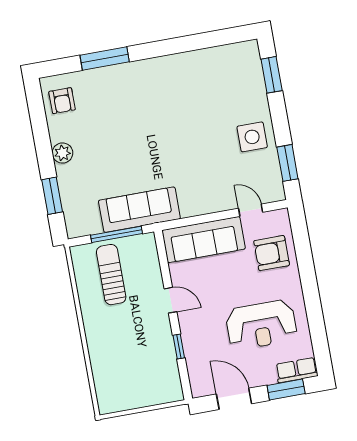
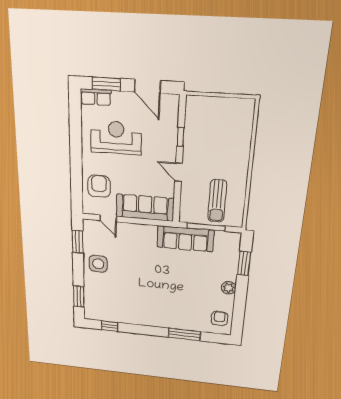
window: (217, 38) -> (110, 326), added
armchair: (272, 253) -> (99, 186), turned -90

